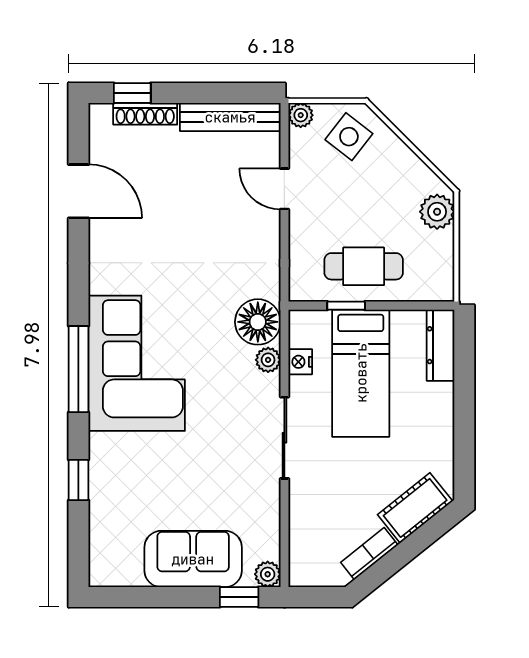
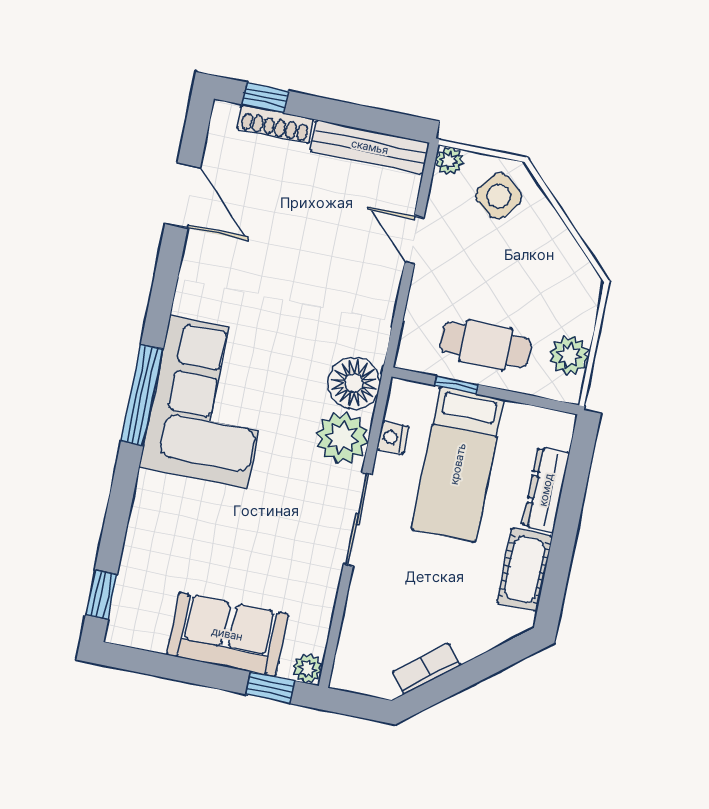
plant: (437, 212) -> (569, 355), moved
dresser: (441, 345) -> (546, 490), moved
plant: (268, 360) -> (342, 438), width x1.88, depth x1.88
window: (78, 480) -> (101, 595), moved
cot: (415, 508) -> (525, 569), moved, turned -51

